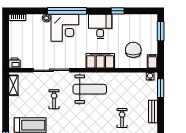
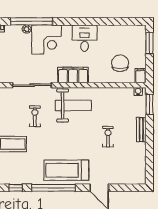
window: (67, 11) -> (31, 21), moved
window: (118, 11) -> (103, 21), removed
filing cabinet: (100, 61) -> (73, 75), moved

